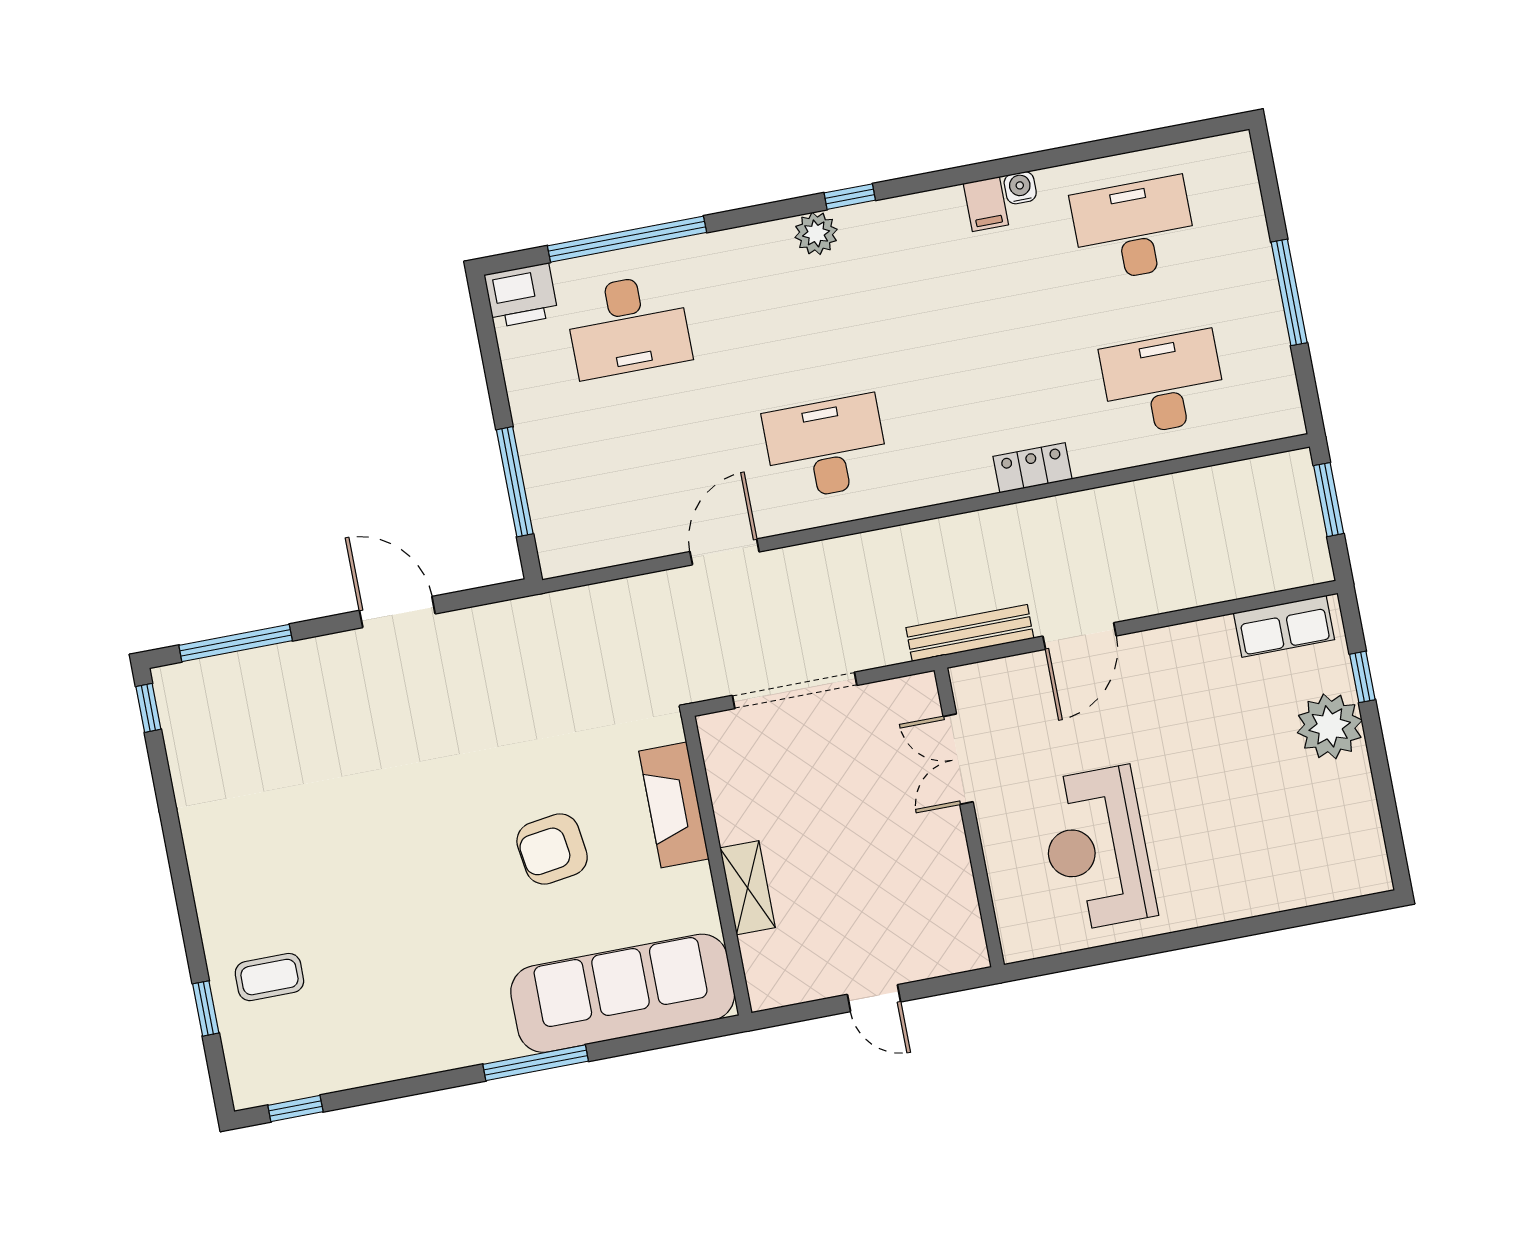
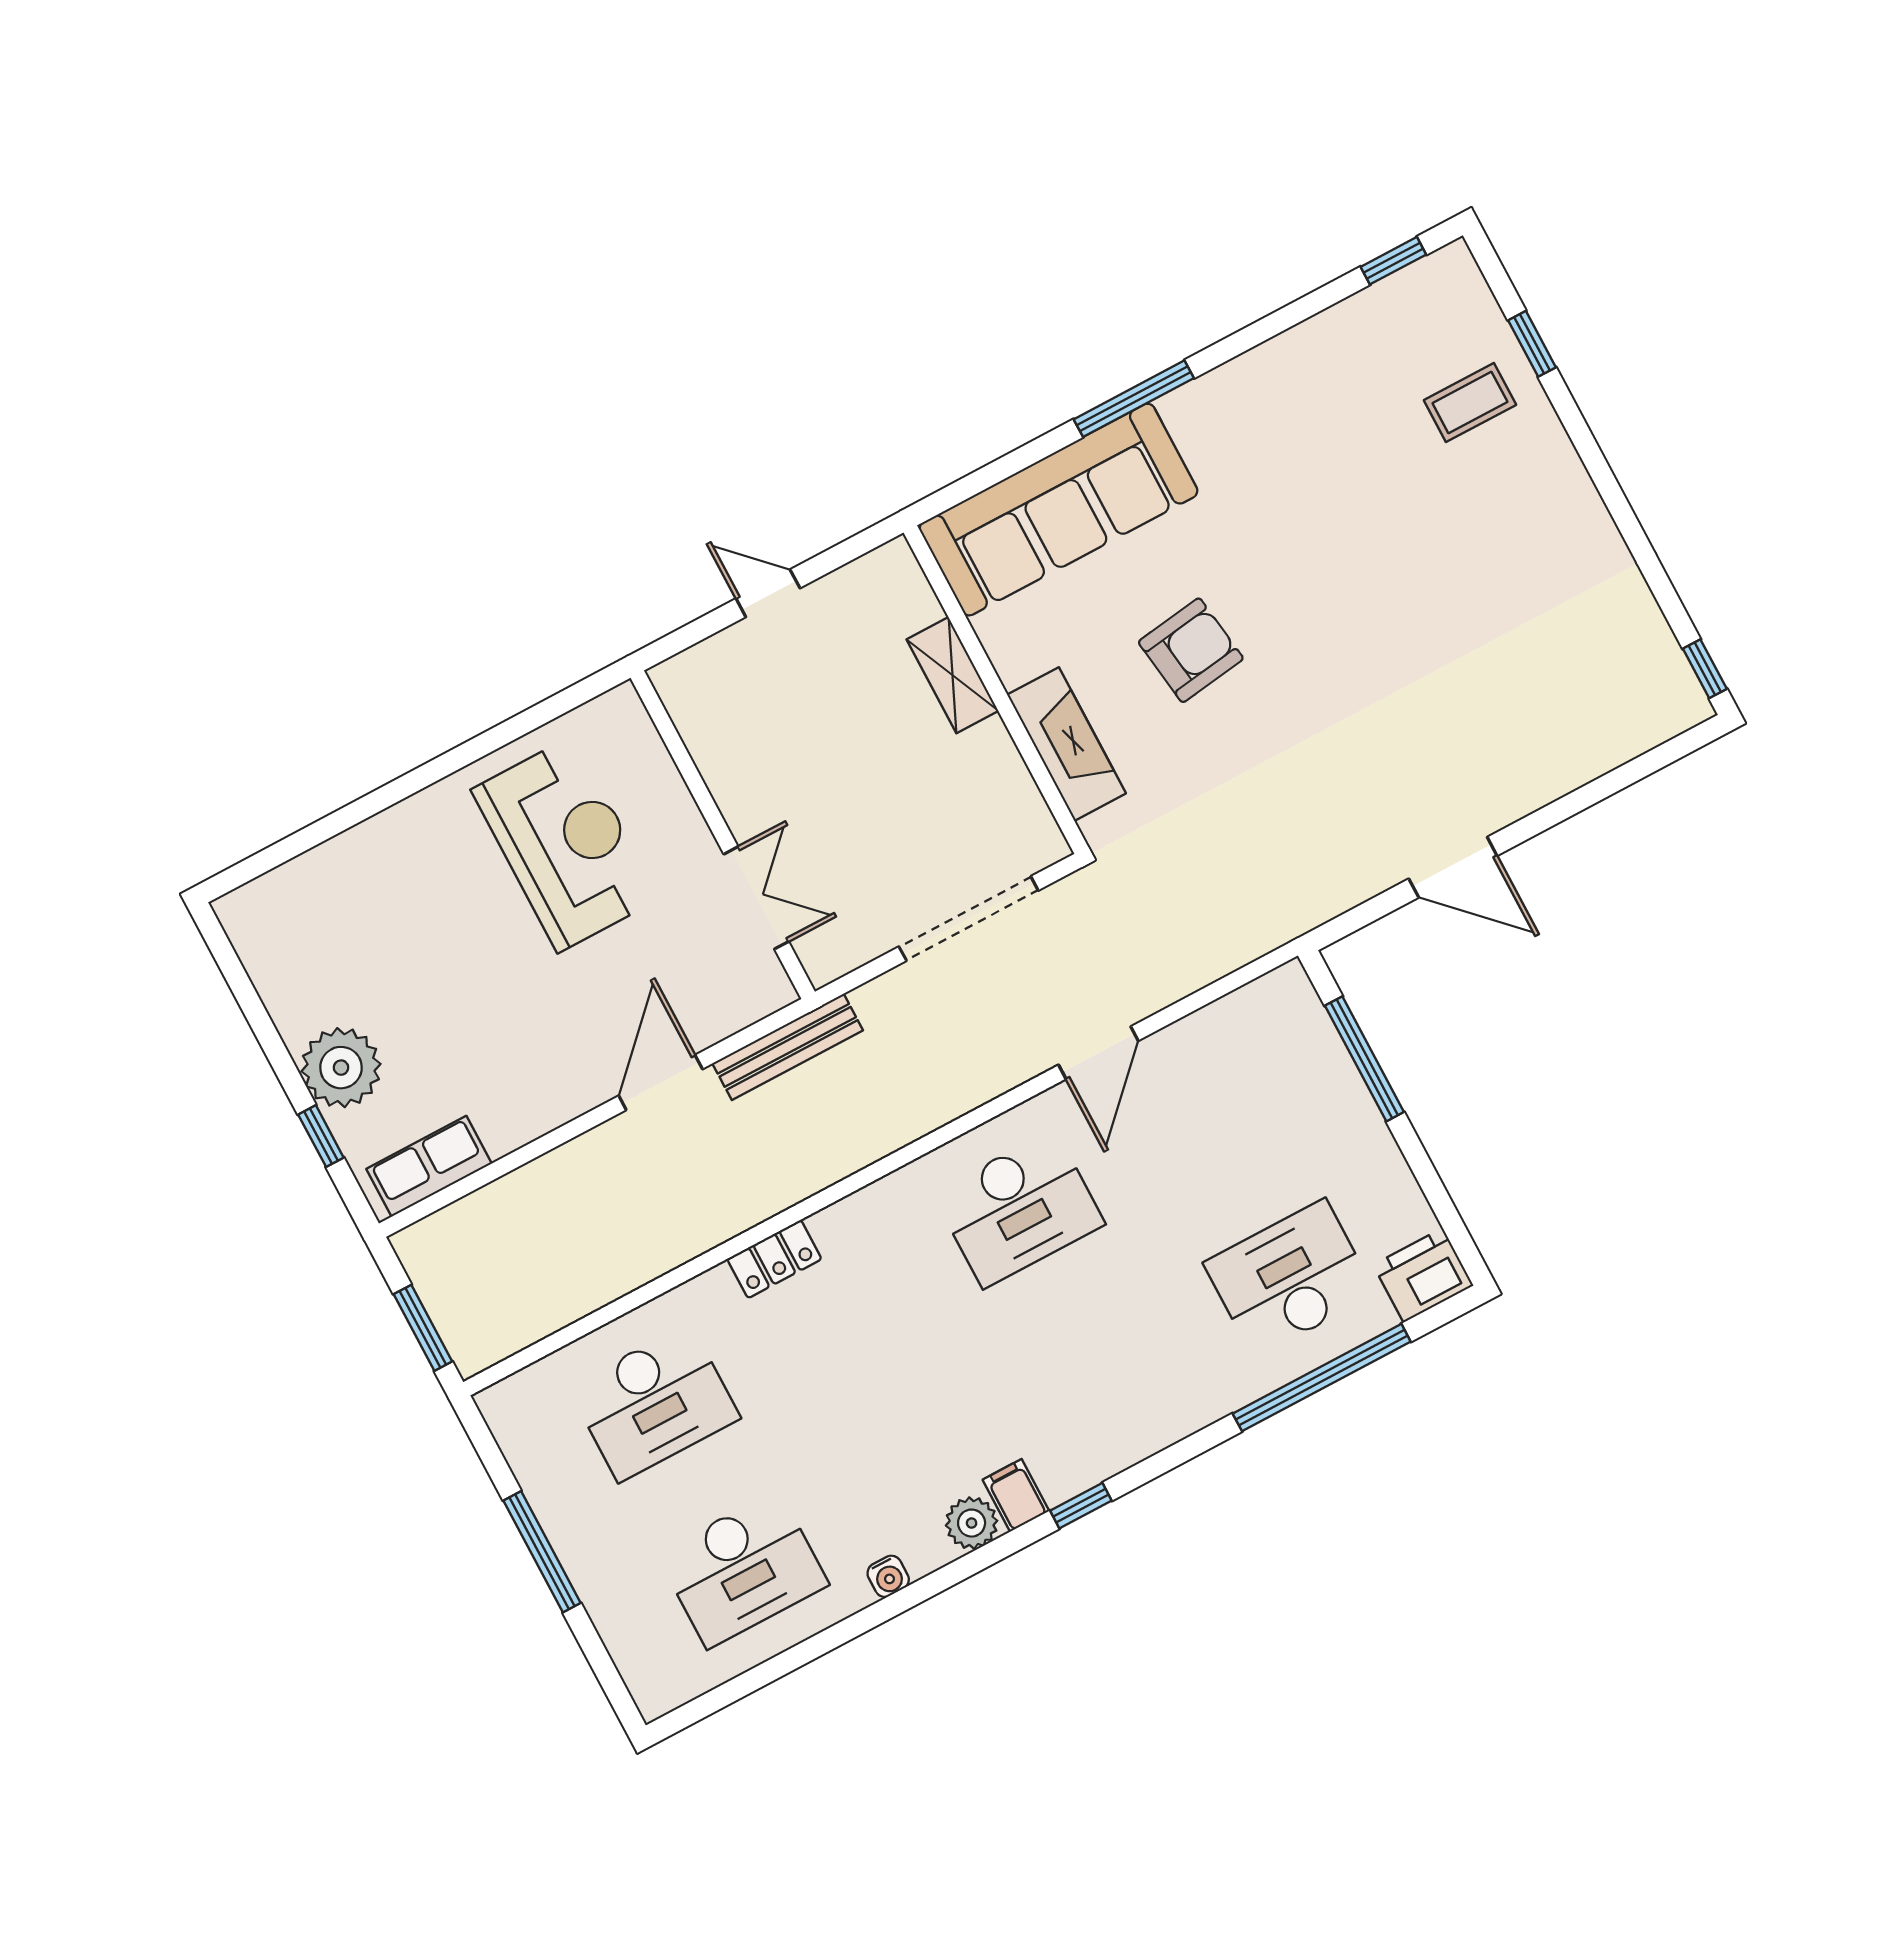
filing cabinet: (986, 204) -> (1016, 1495), moved
plant: (816, 233) -> (972, 1523), moved
window: (236, 643) -> (1628, 774), removed

